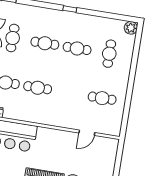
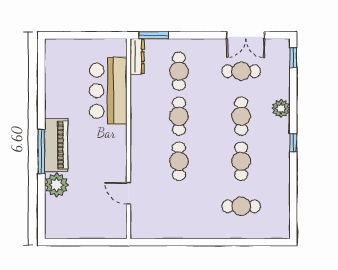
plant: (131, 28) -> (281, 109), moved
cafe table: (102, 98) -> (179, 161), moved

